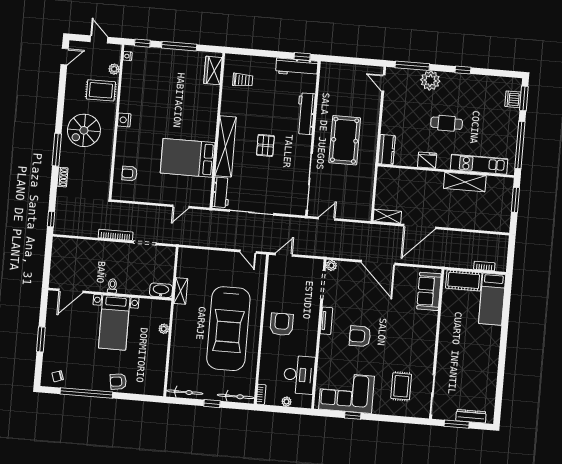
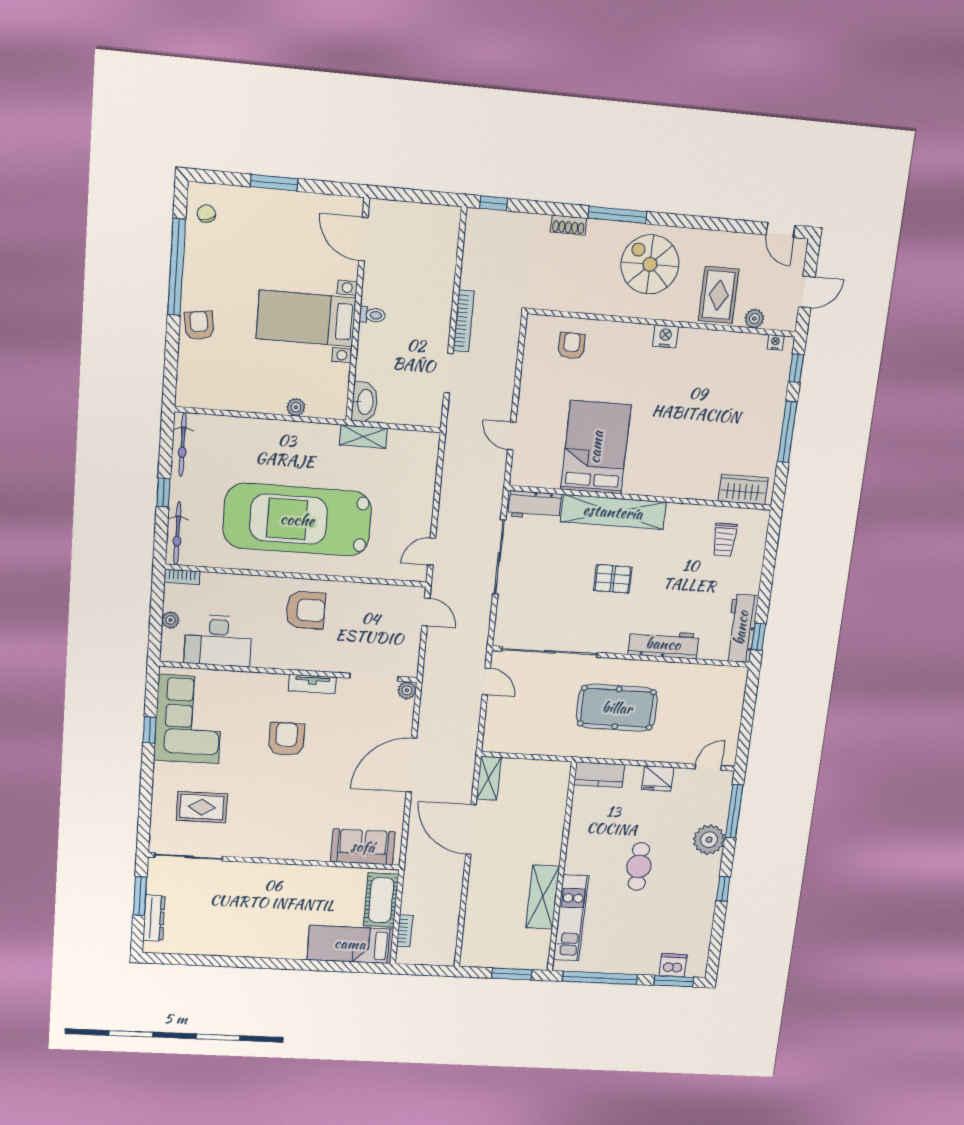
fridge: (427, 160) -> (658, 778), moved, turned 90

